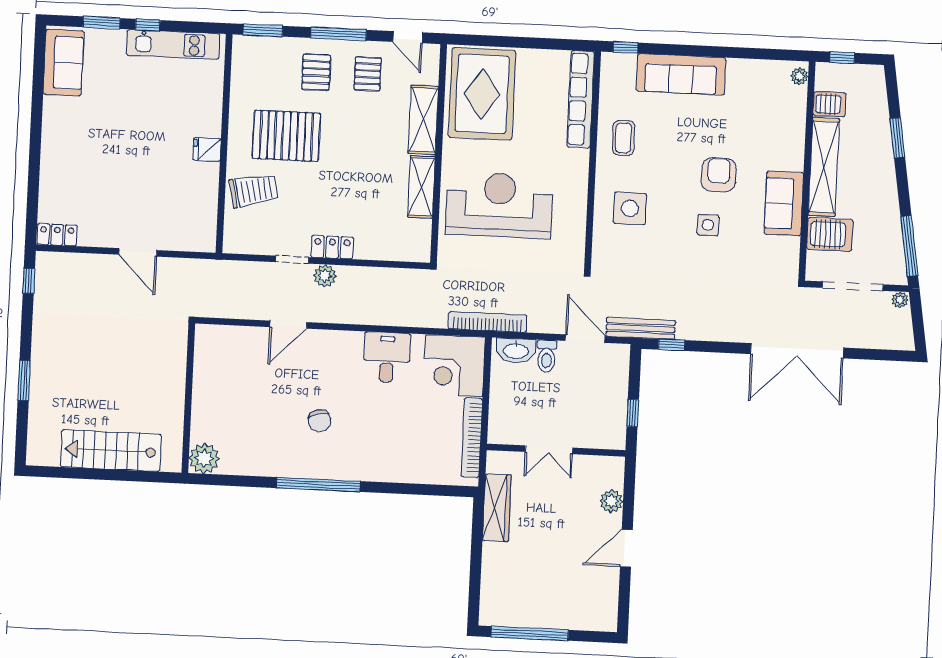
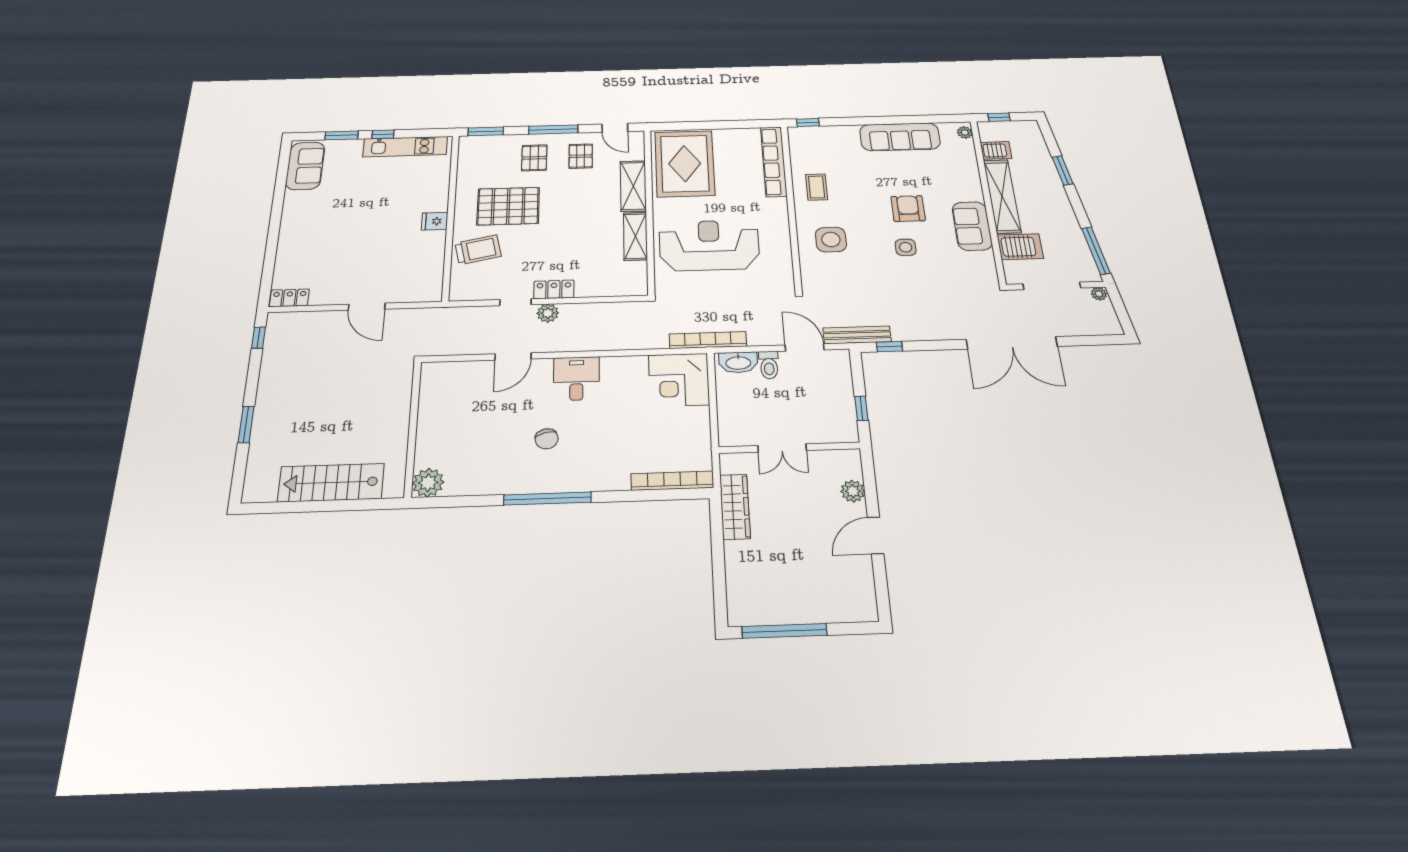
sofa: (681, 74) -> (900, 137), moved
desk: (387, 357) -> (576, 379), moved
bookcase: (472, 438) -> (672, 481), moved, turned 90

